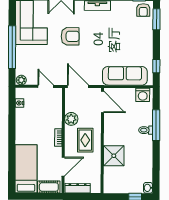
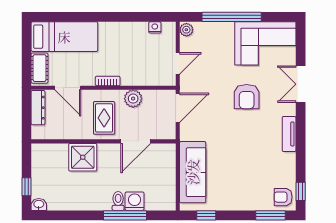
washing machine: (143, 95) -> (135, 201), moved, turned 90
door: (102, 102) -> (136, 141), moved
rug: (85, 140) -> (104, 118), turned 90

